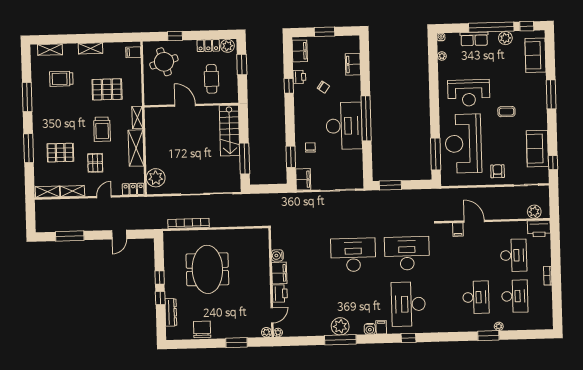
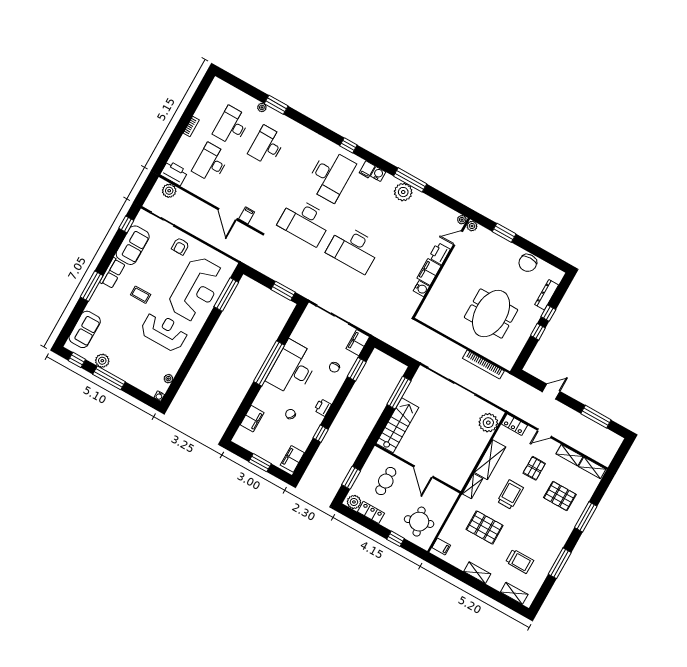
window: (491, 27) -> (109, 378), width x0.68
row of seats: (474, 39) -> (112, 273), moved, turned 90
printer: (299, 77) -> (323, 407), moved

